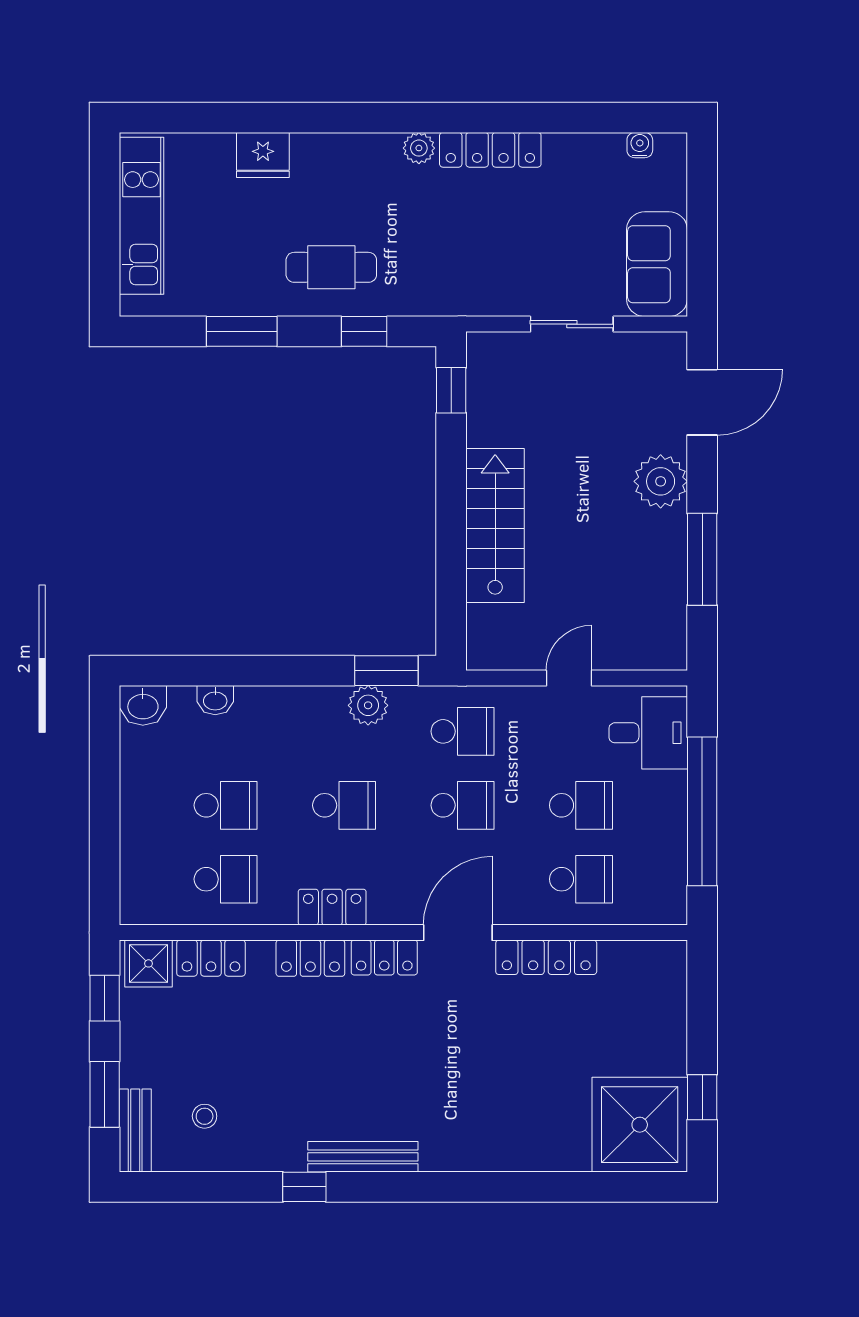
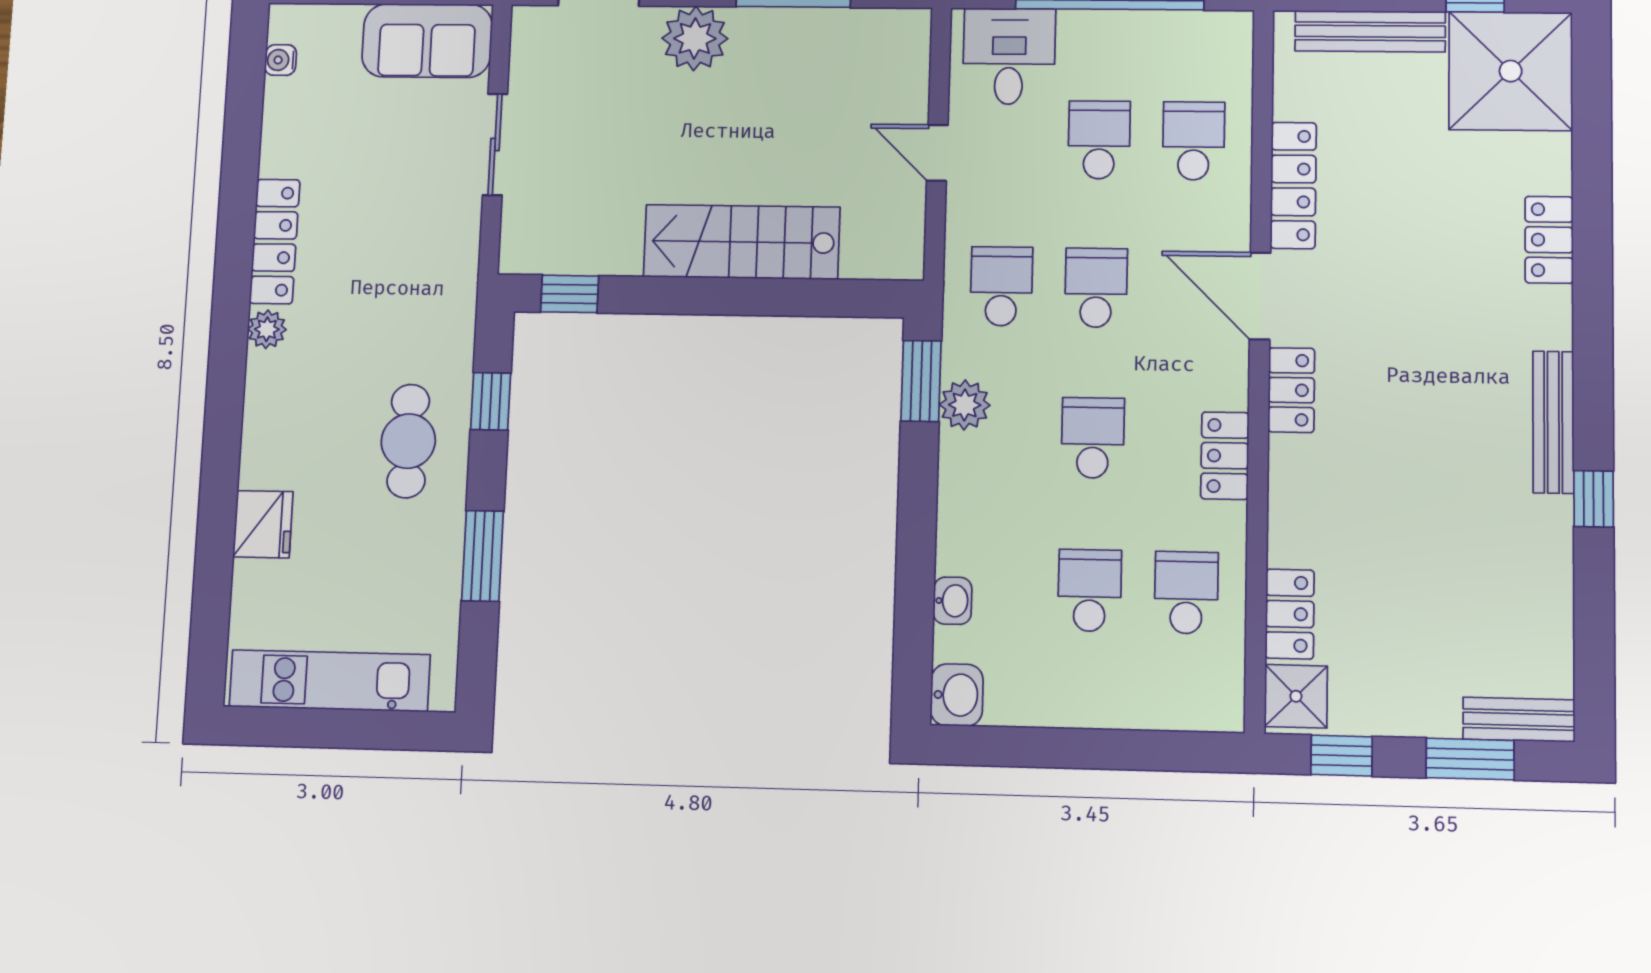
locker: (310, 958) -> (1549, 240), moved, turned 180
bench: (671, 1016) -> (1370, 31), added
stool: (205, 1116) -> (1500, 627), removed

